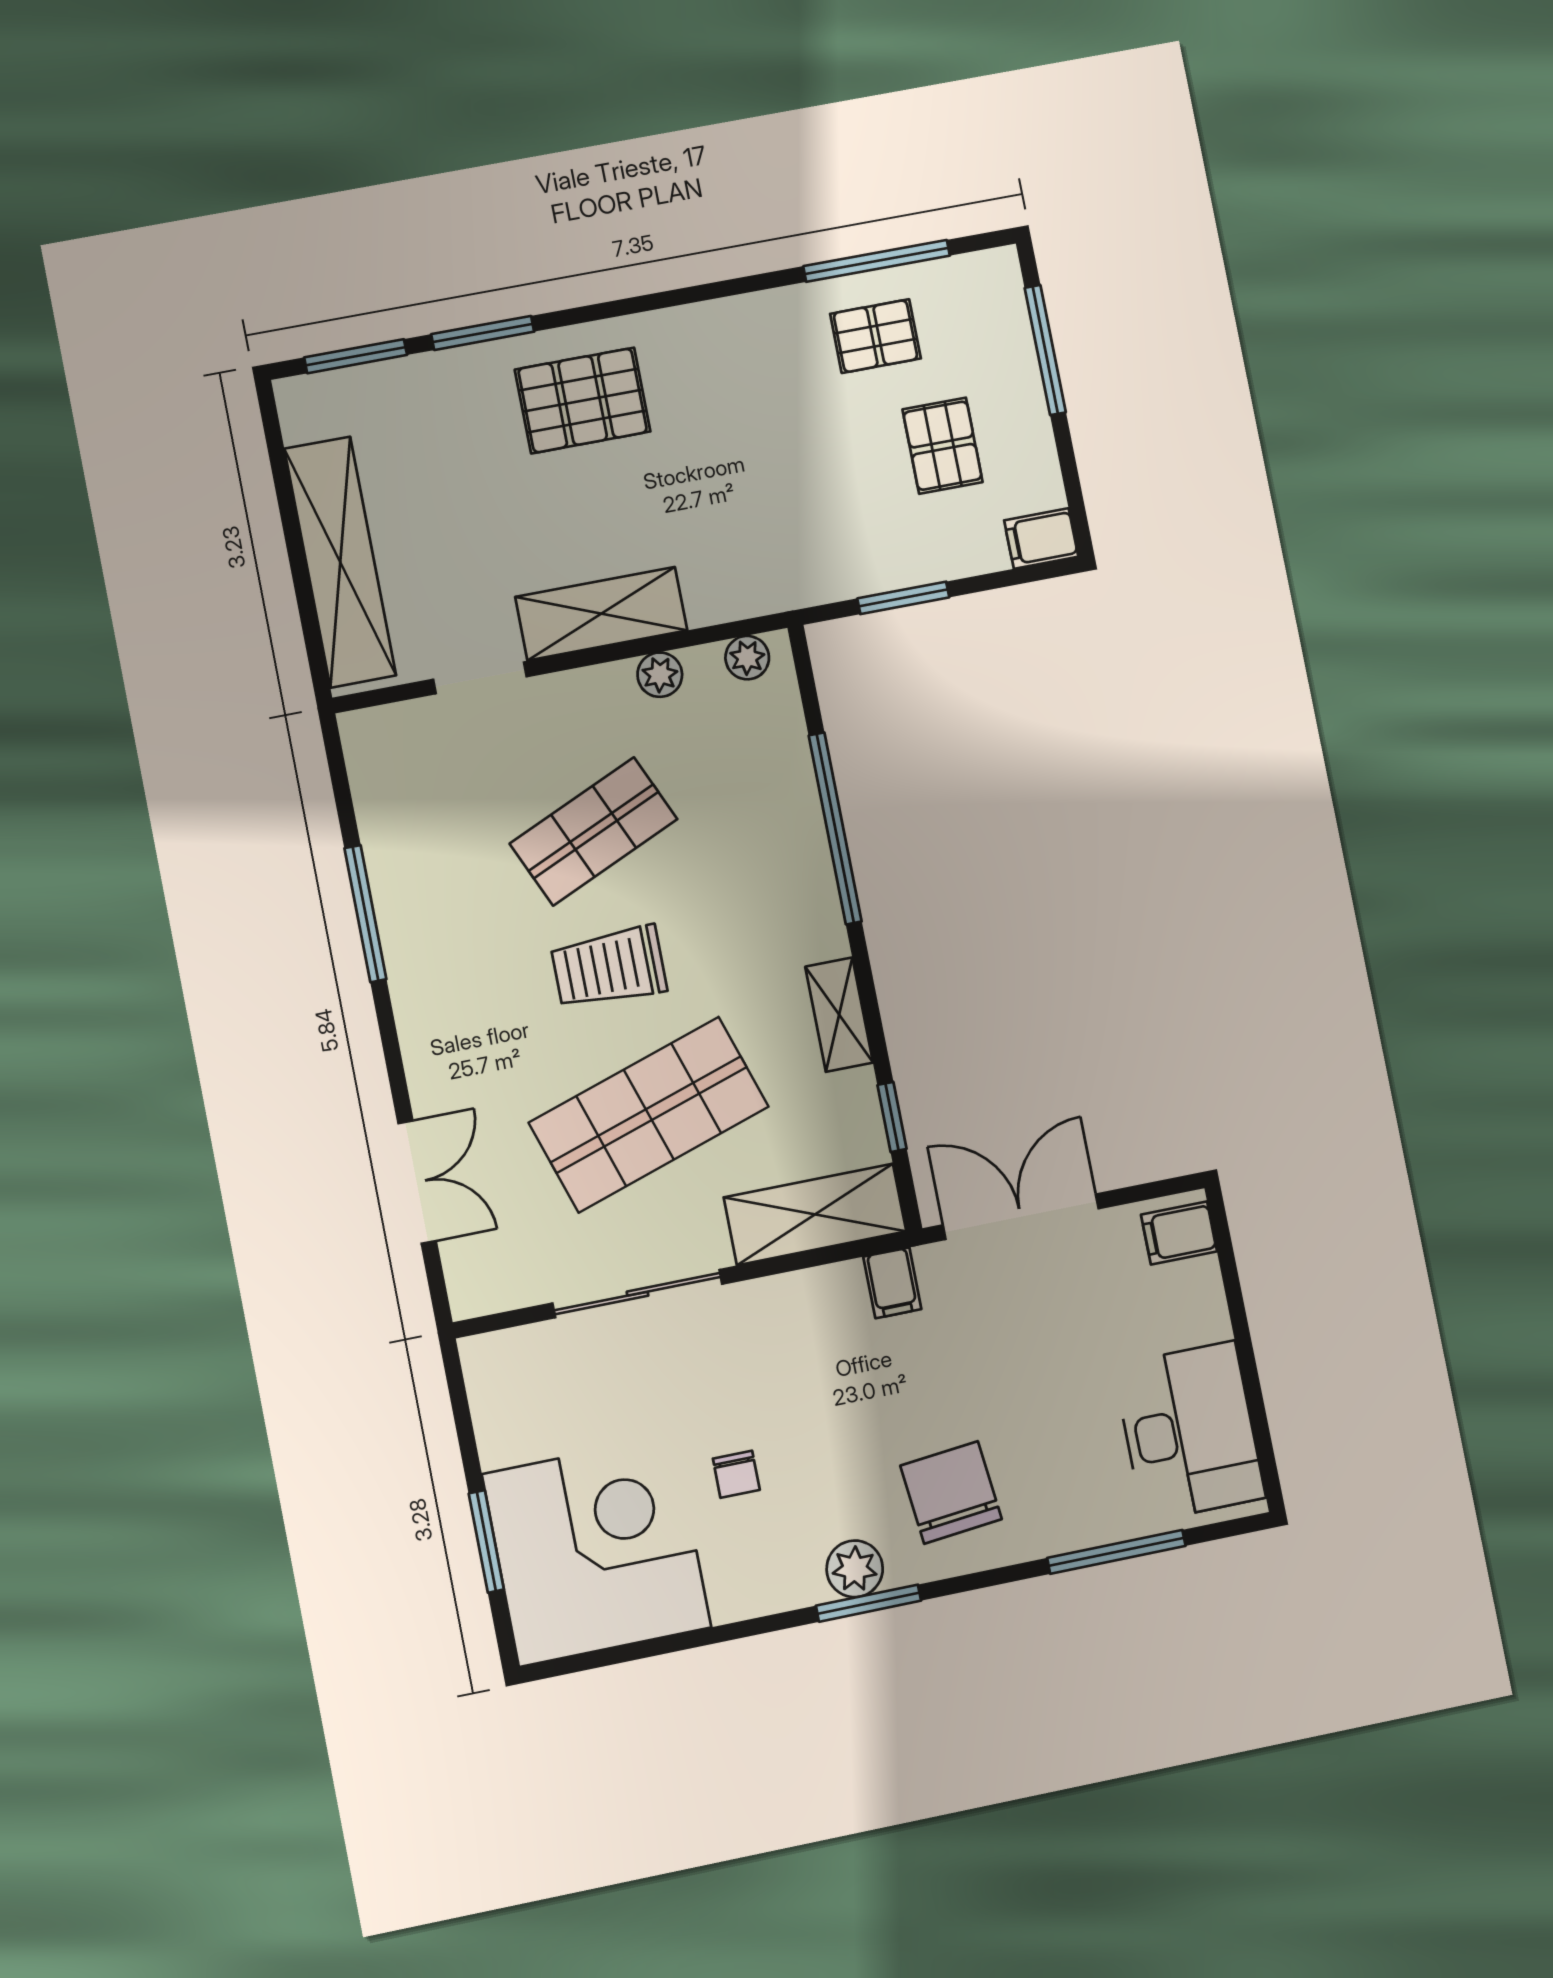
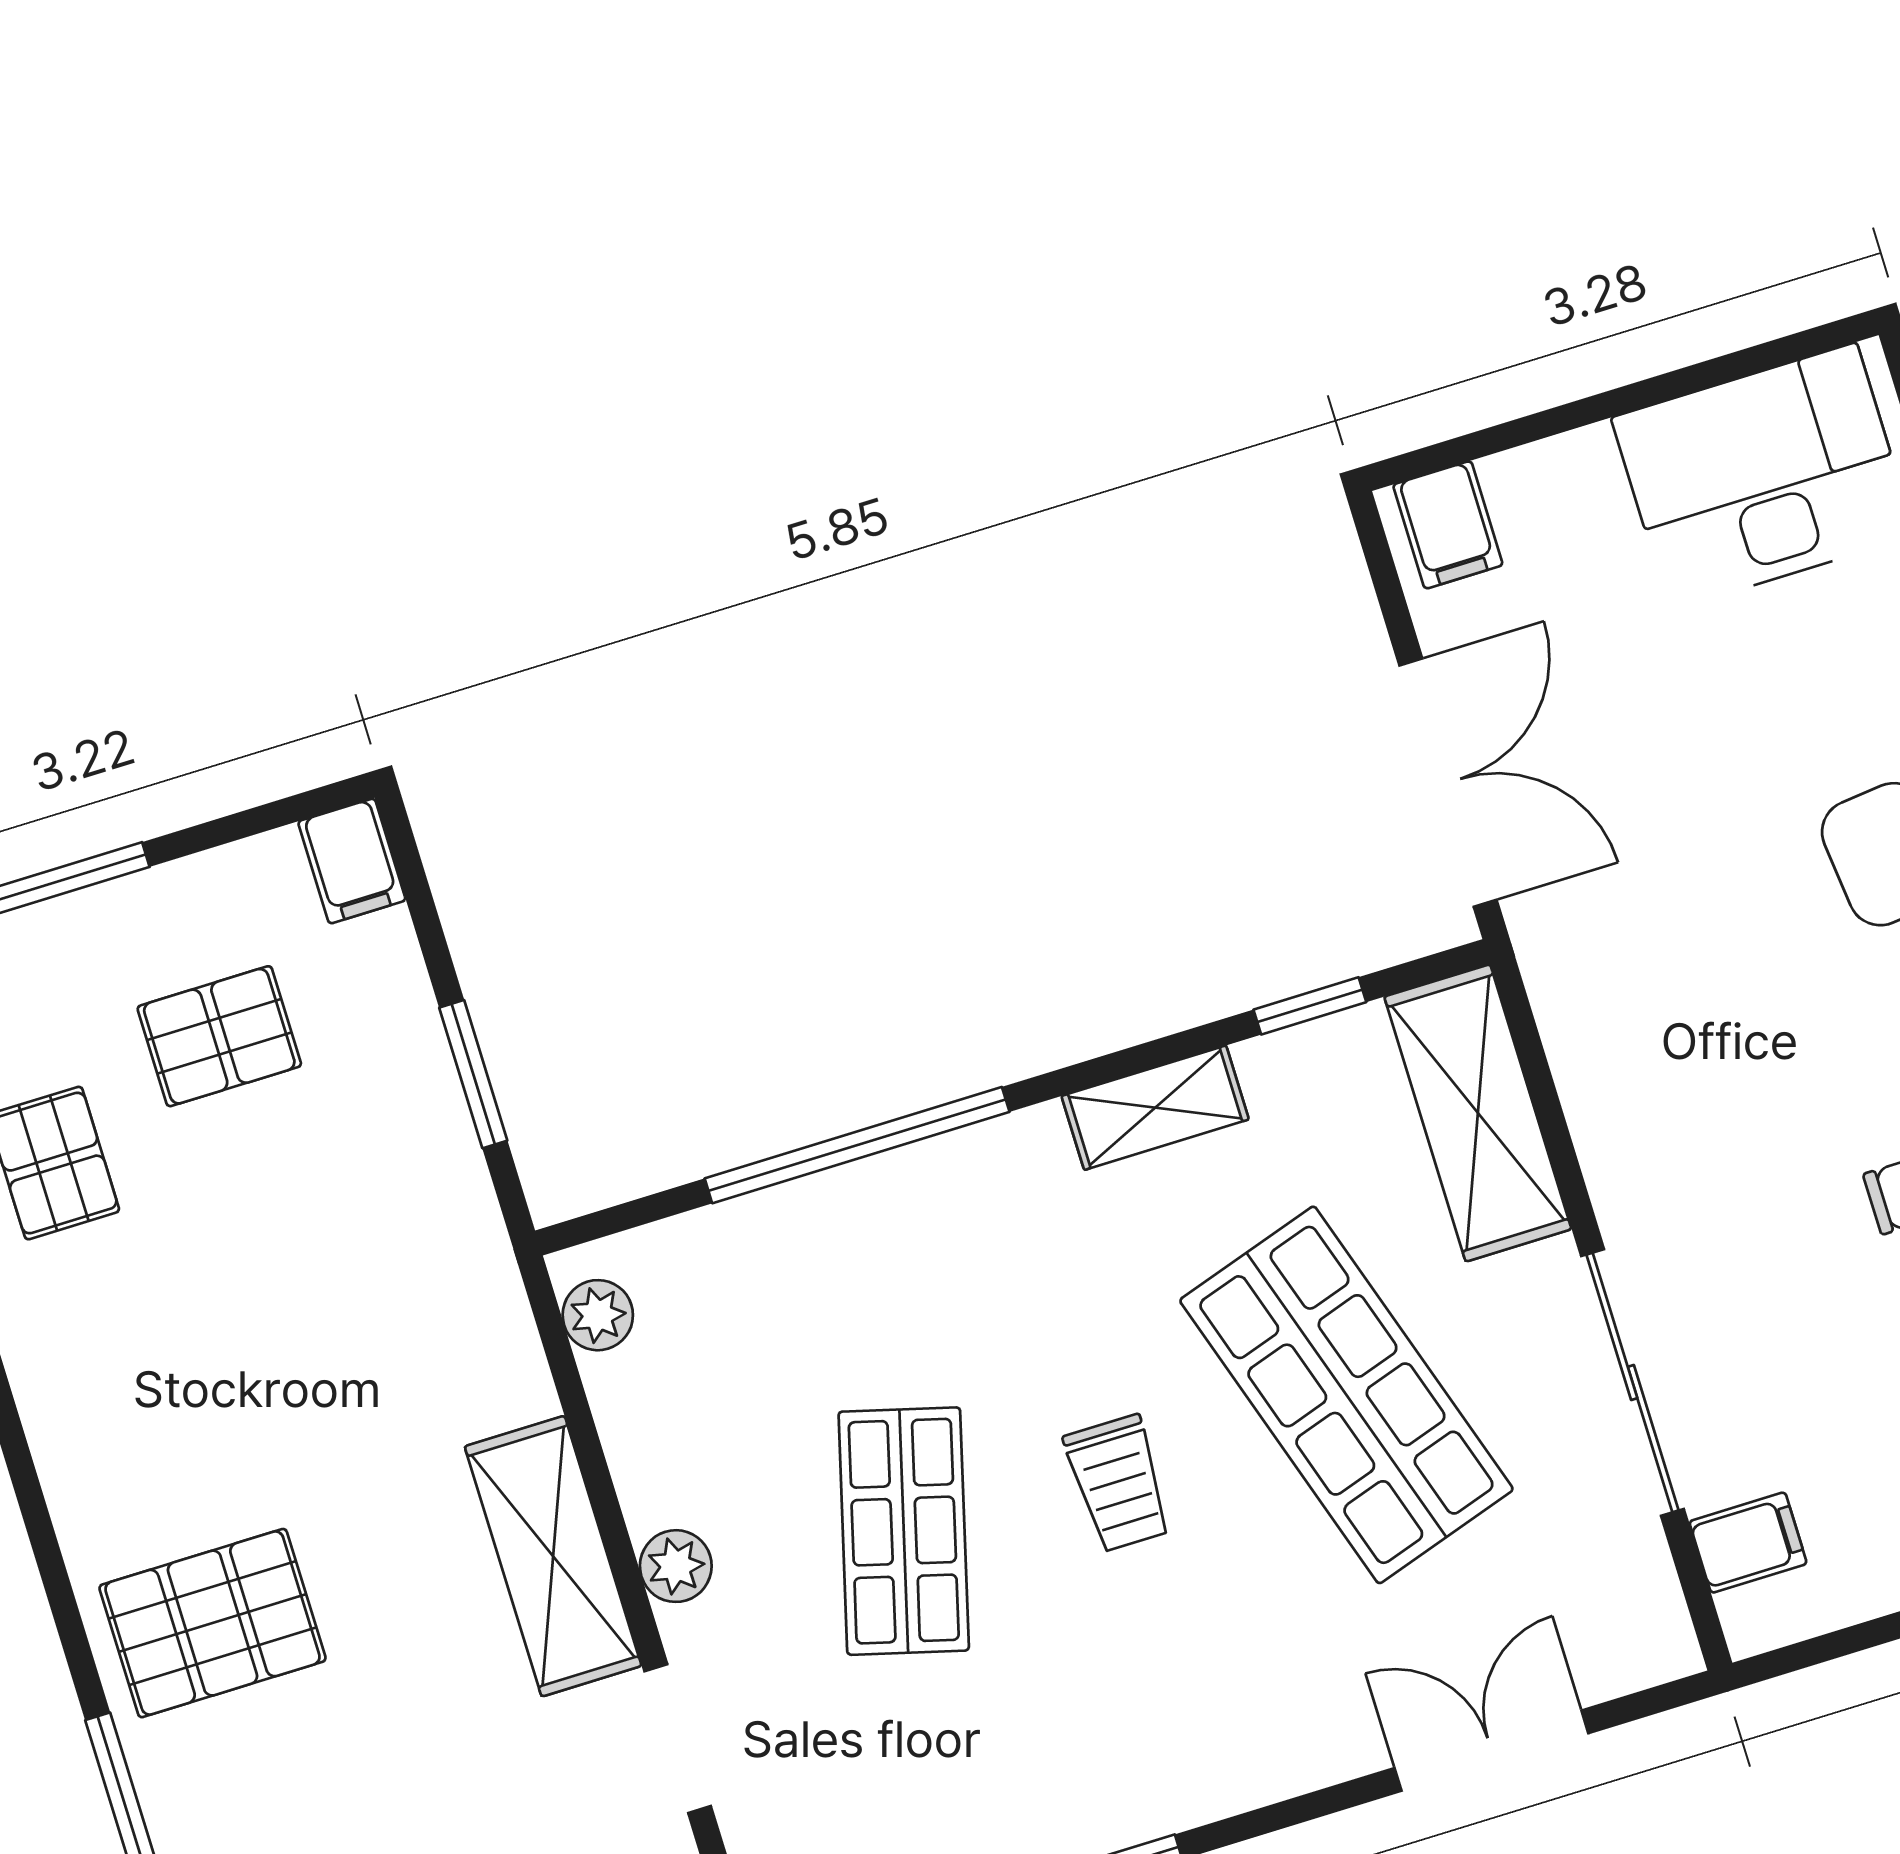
pallet: (583, 401) -> (212, 1623), turned 90
plant: (660, 675) -> (676, 1566), moved
shop shelf: (594, 831) -> (904, 1531), turned 39
trolley: (609, 967) -> (1118, 1483), width x0.73, depth x0.72
double door: (1021, 1217) -> (1448, 783), swing flipped
filing cabinet: (892, 1283) -> (1748, 1543), moved

